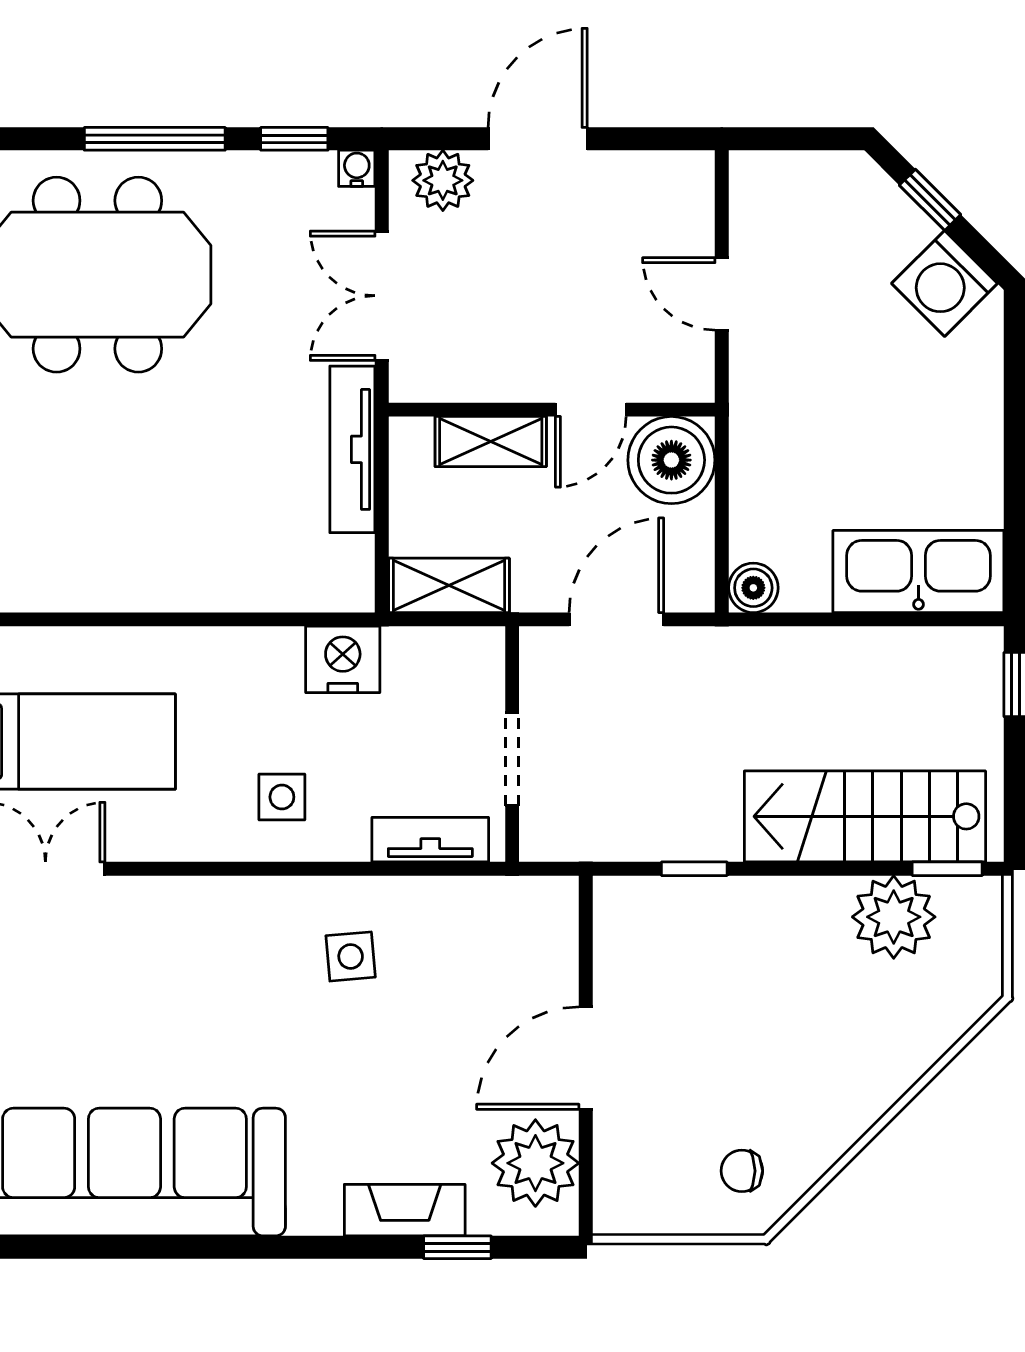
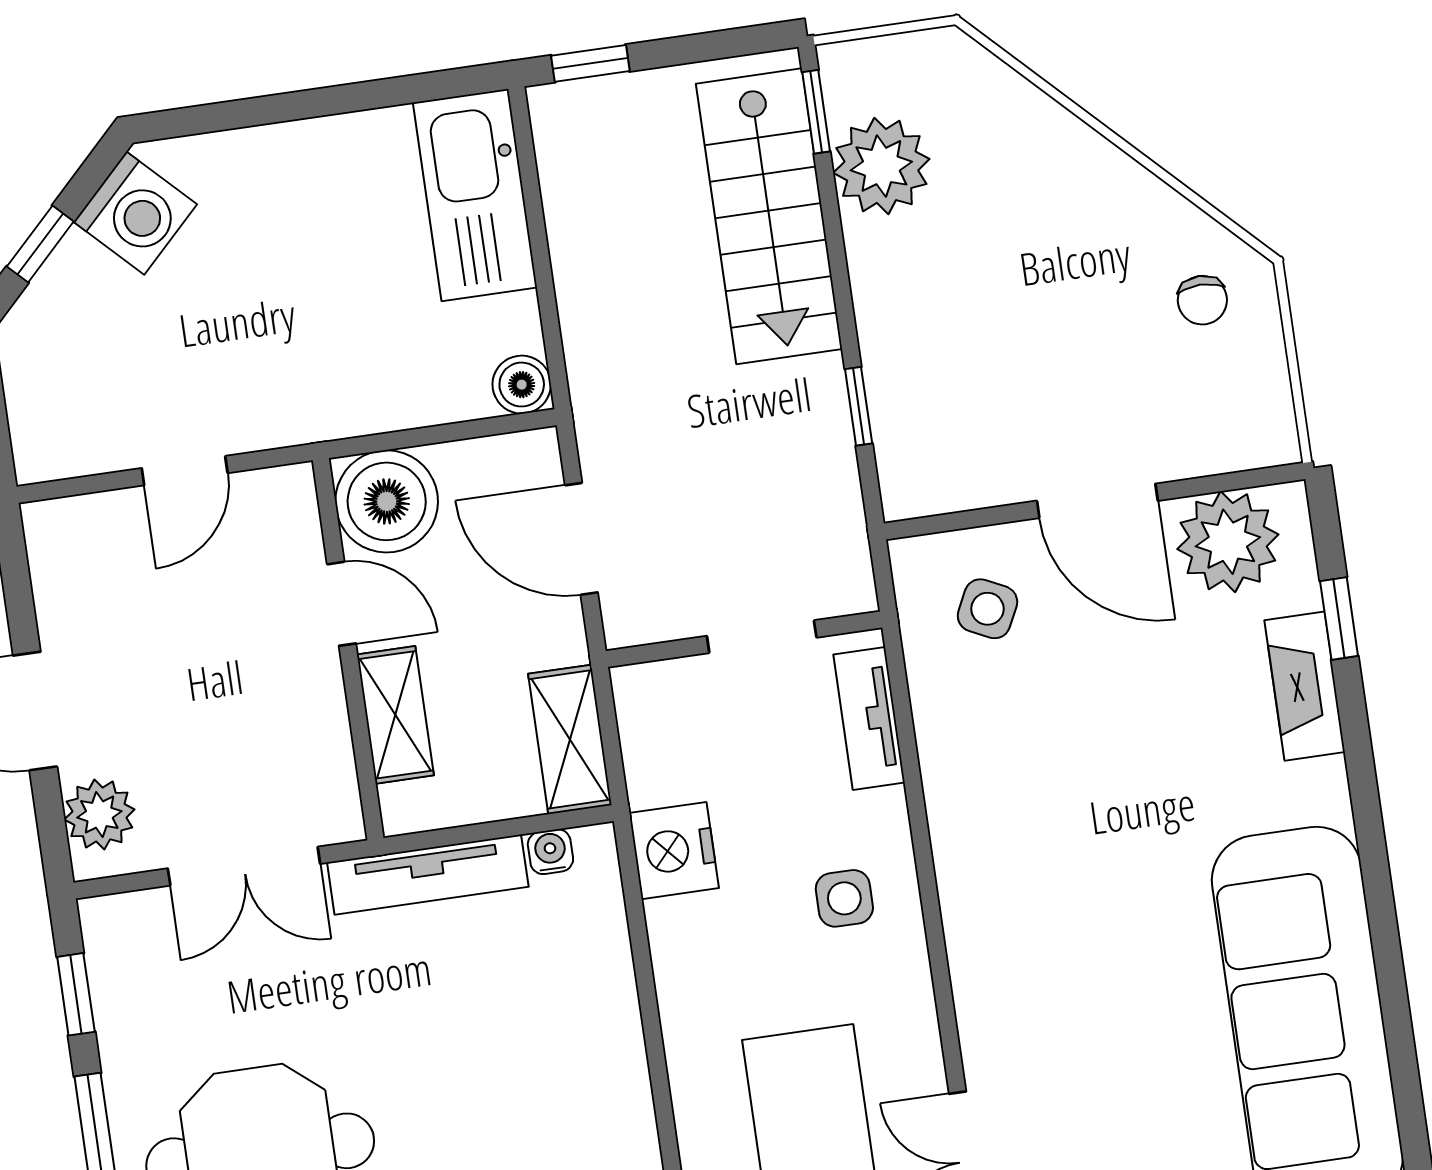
water cooler: (357, 168) -> (550, 852), moved, turned 90
side table: (351, 956) -> (987, 609), moved, turned 31

